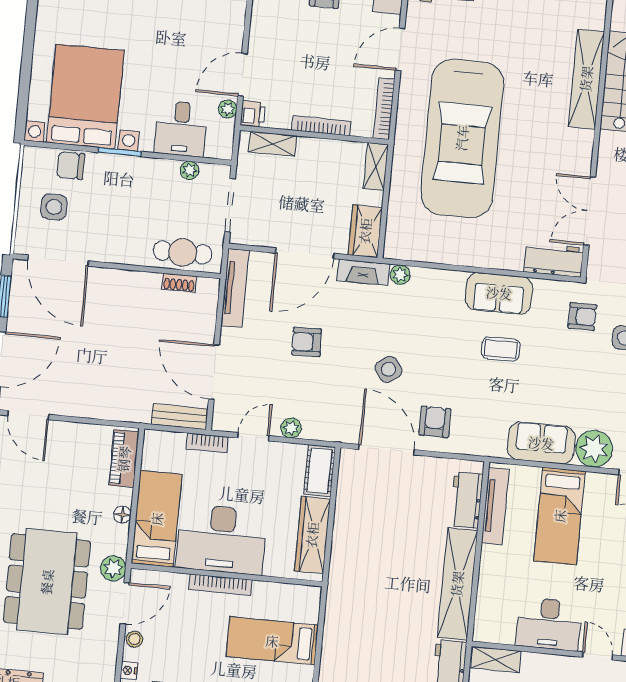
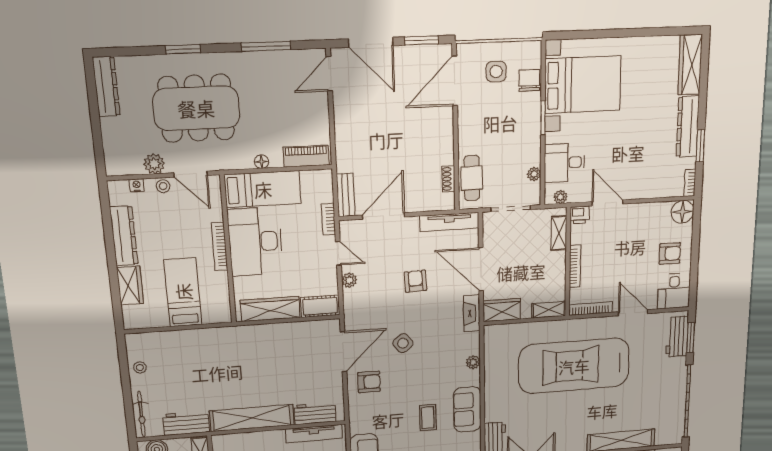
plant: (228, 109) -> (560, 197), moved
plant: (400, 275) -> (473, 362), moved
plant: (113, 568) -> (154, 164), moved

